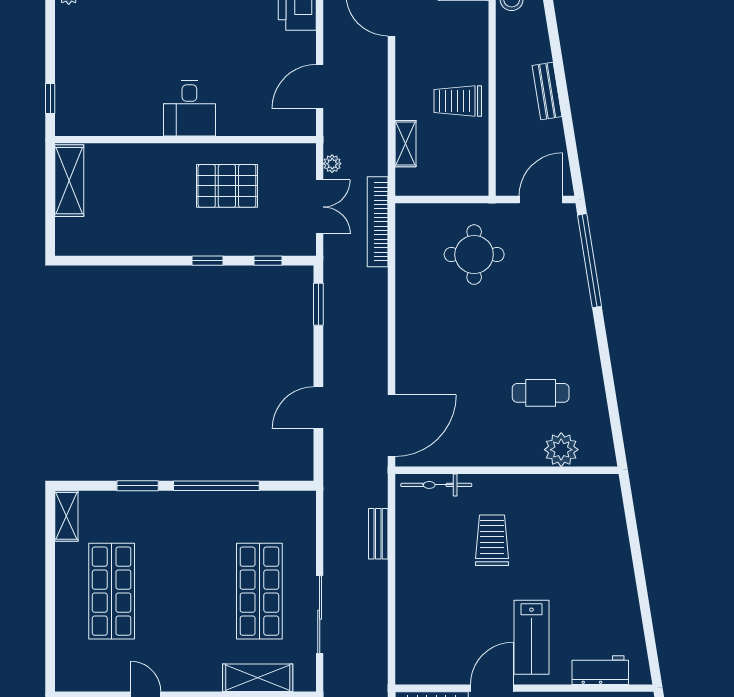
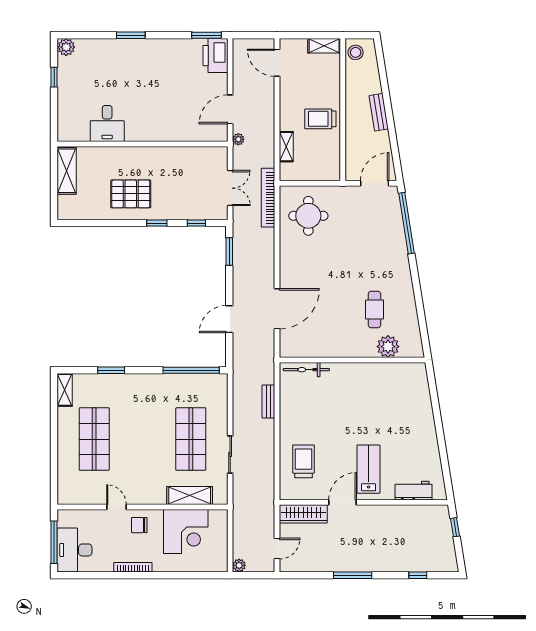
window: (50, 98) -> (54, 77), moved
desk: (189, 108) -> (107, 123), moved
plant: (332, 164) -> (238, 139), moved
pallet: (227, 186) -> (131, 194), moved
round table: (474, 255) -> (308, 216), moved
cafe table: (541, 393) -> (375, 309), turned 90
door: (391, 426) -> (277, 309), moved
window: (216, 486) -> (191, 370), moved
trolley: (492, 540) -> (303, 461), moved
sliding door: (320, 615) -> (230, 454), width x0.73
lab bench: (531, 637) -> (369, 469), turned 180

